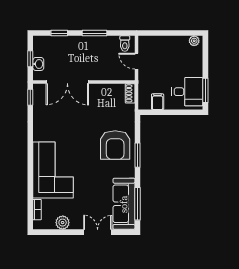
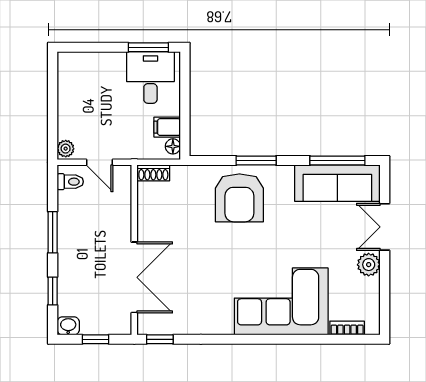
plant: (194, 41) -> (66, 149), moved
door: (136, 61) -> (100, 162), hinge flipped
washbasin: (38, 64) -> (68, 326), moved
floor lamp: (146, 105) -> (173, 146), added
armchair: (115, 145) -> (239, 198), turned 90
plant: (63, 223) -> (369, 265), moved

